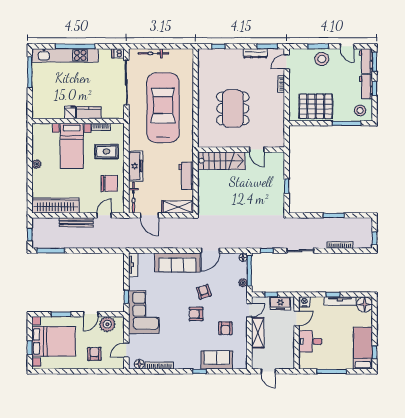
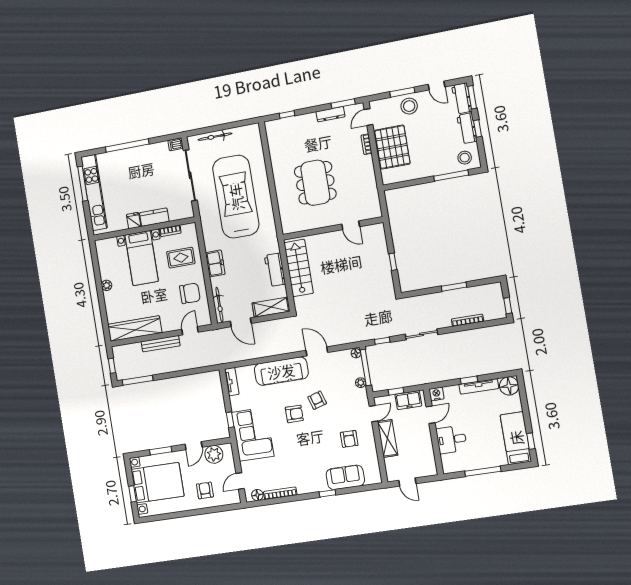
kitchen unit: (65, 55) -> (94, 192), moved, turned -90
pallet: (316, 106) -> (392, 147), moved, turned 90
stairs: (221, 161) -> (299, 268), moved, turned -90
freezer: (136, 166) -> (215, 263), width x0.71
door: (210, 251) -> (317, 351), swing flipped
armchair: (196, 314) -> (294, 414), moved, turned 180

